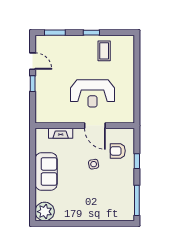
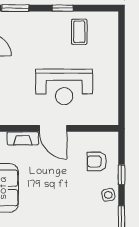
door: (95, 126) -> (53, 128), moved
side table: (94, 164) -> (108, 195), moved

